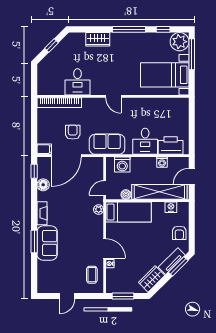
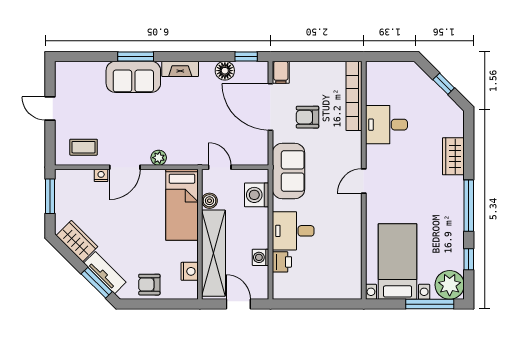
armchair: (73, 132) -> (308, 117), turned 180
printer: (171, 146) -> (282, 262), width x0.53, depth x0.68
plant: (99, 210) -> (159, 158), moved

